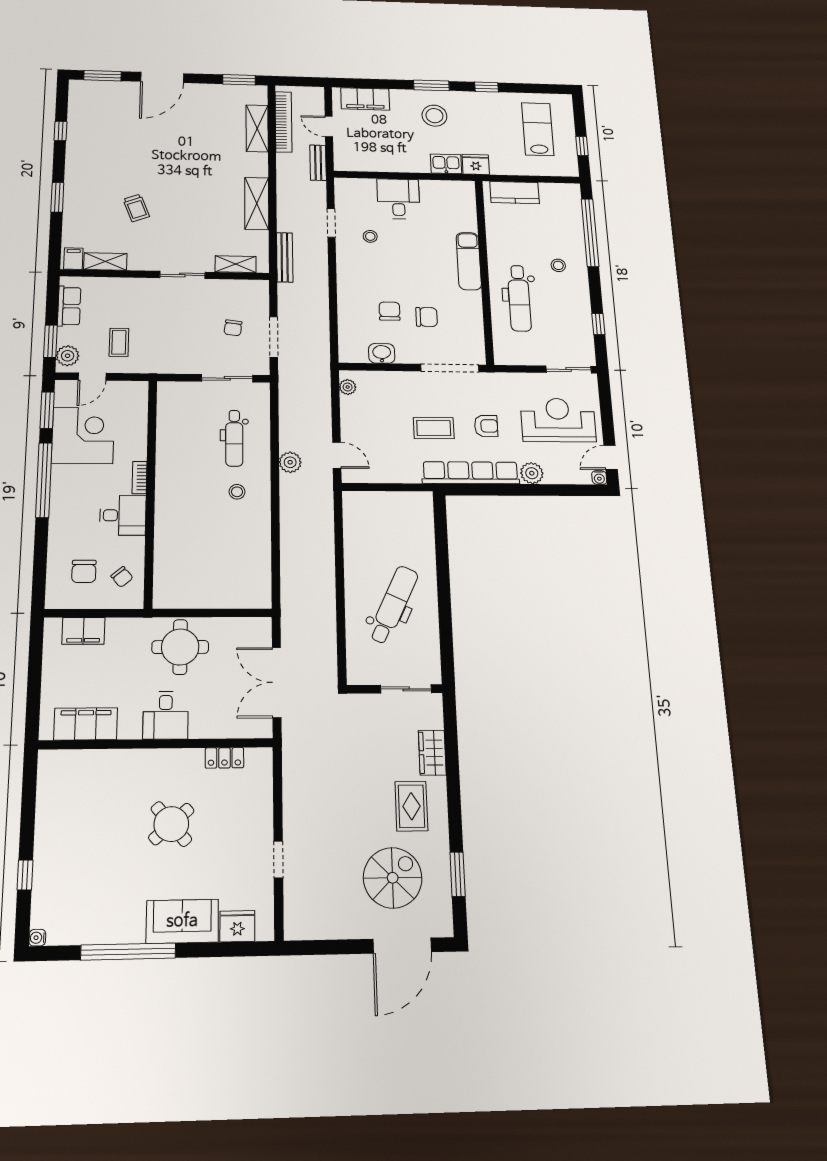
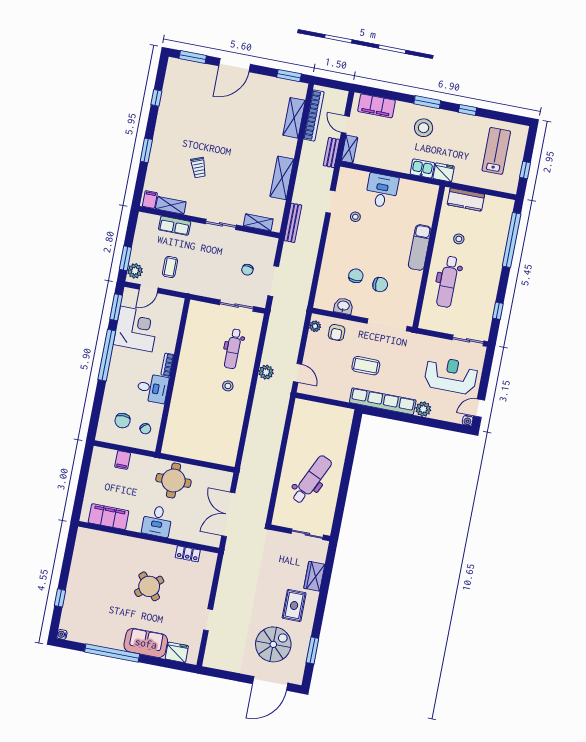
shelving: (342, 155) -> (349, 149), added
stool: (558, 265) -> (459, 239), moved
row of seats: (69, 306) -> (175, 226), moved, turned 90
armchair: (486, 426) -> (337, 332), moved, turned 90
filing cabinet: (83, 631) -> (123, 460), width x0.50

